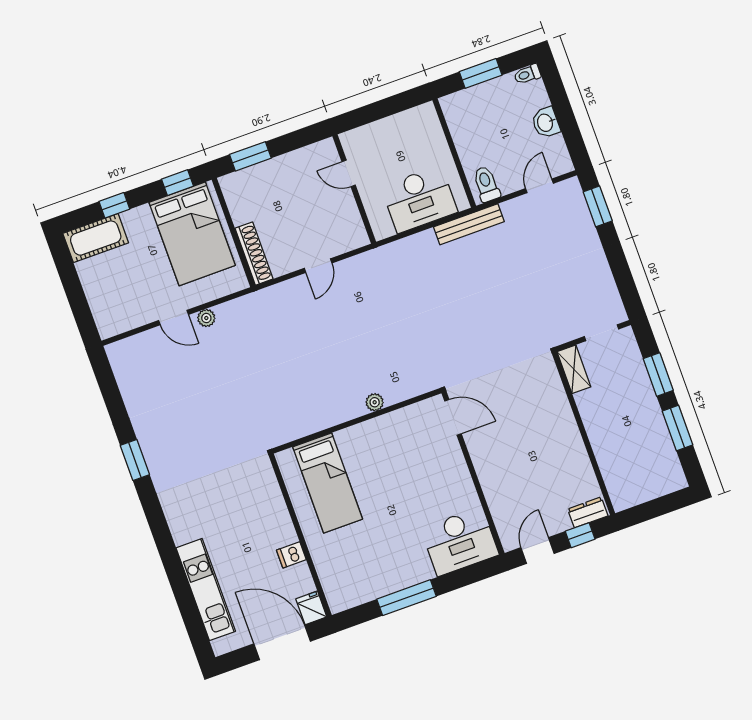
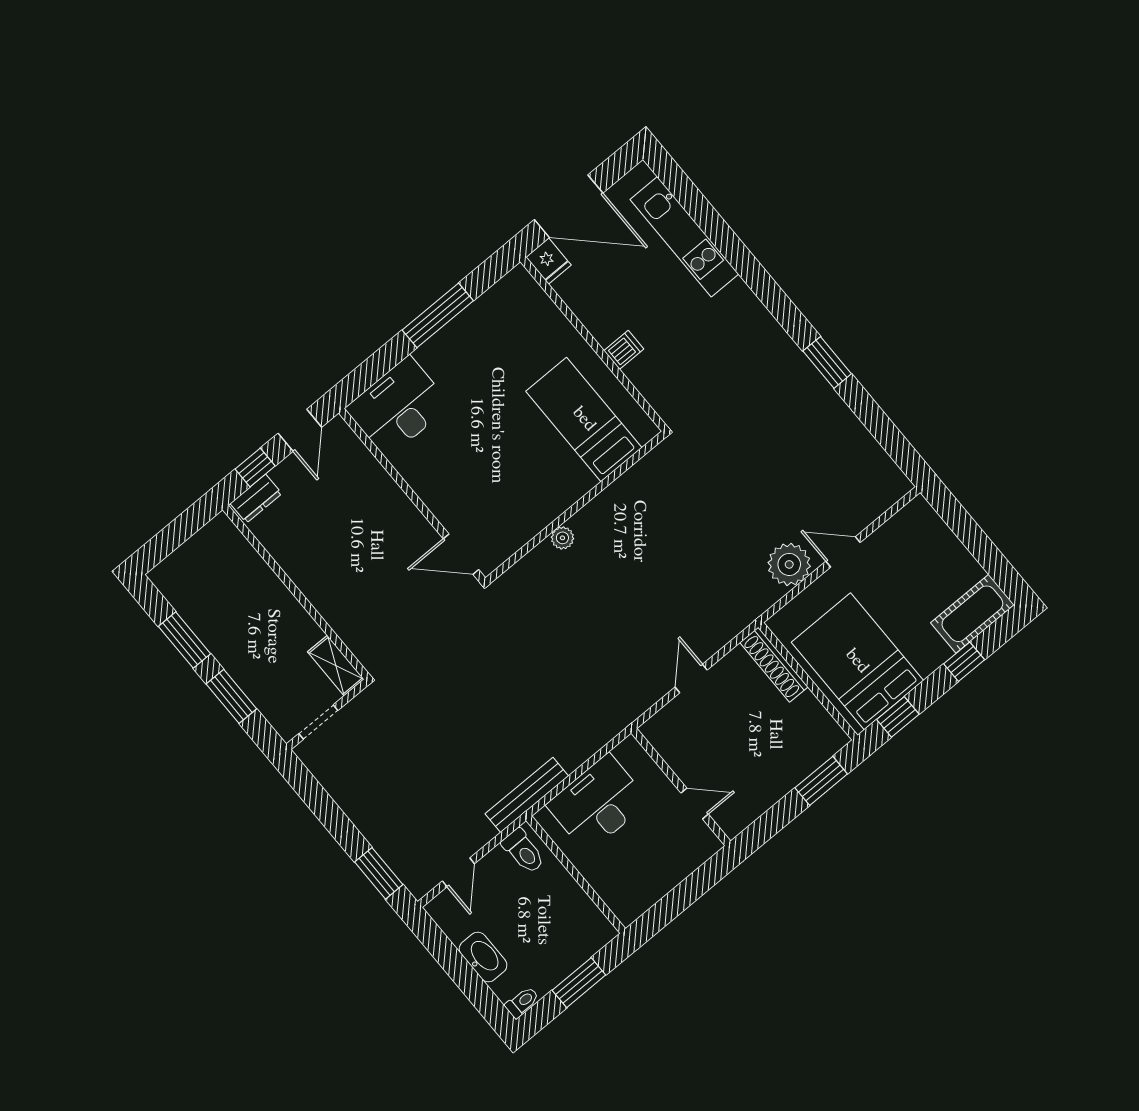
washbasin: (546, 123) -> (483, 957), width x1.38
plant: (206, 318) -> (789, 564), width x1.87, depth x1.87
dishwasher: (291, 555) -> (624, 350), moved

